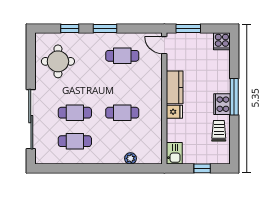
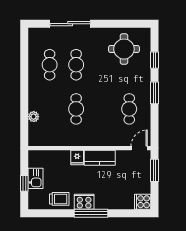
sliding door: (31, 119) -> (70, 24), width x0.73
kitchen sink: (174, 153) -> (36, 178), moved, turned -90

